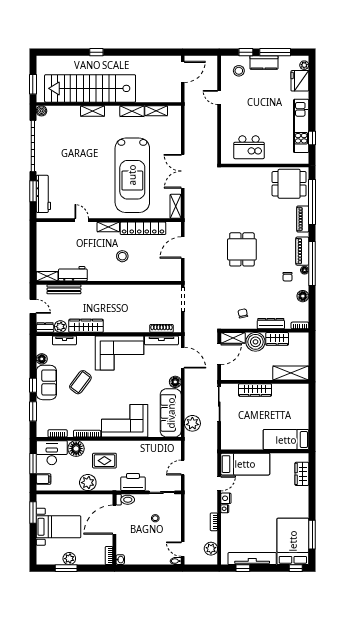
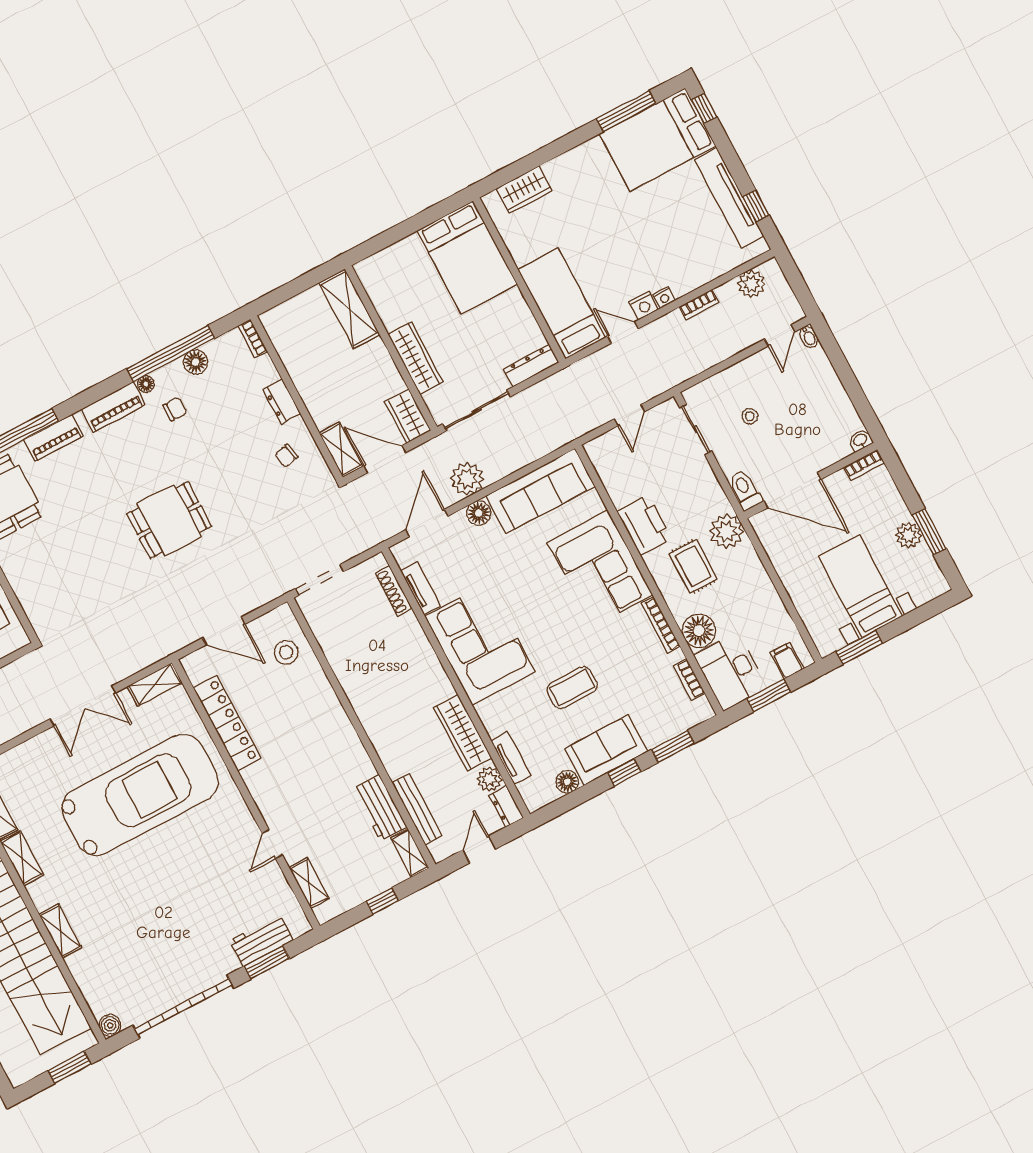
workbench: (43, 194) -> (261, 941), width x0.73
shelving: (108, 227) -> (309, 883), moved
window: (33, 254) -> (382, 901), added
stool: (122, 256) -> (286, 652), moved
window: (312, 263) -> (171, 353), moved
dresser: (271, 324) -> (282, 402), width x0.70
wardrobe: (277, 339) -> (408, 416), moved, turned 180
tv unit: (161, 340) -> (421, 588), width x0.71
boiler: (255, 342) -> (326, 404), removed
coffee table: (80, 382) -> (572, 688), turned -37
plant: (192, 423) -> (467, 479), moved
dresser: (226, 437) -> (531, 366), added
bed: (286, 440) -> (467, 257), width x1.50
door: (183, 468) -> (629, 415), hinge flipped
printer: (133, 482) -> (644, 525), moved, turned 180
plant: (88, 483) -> (727, 531), moved

